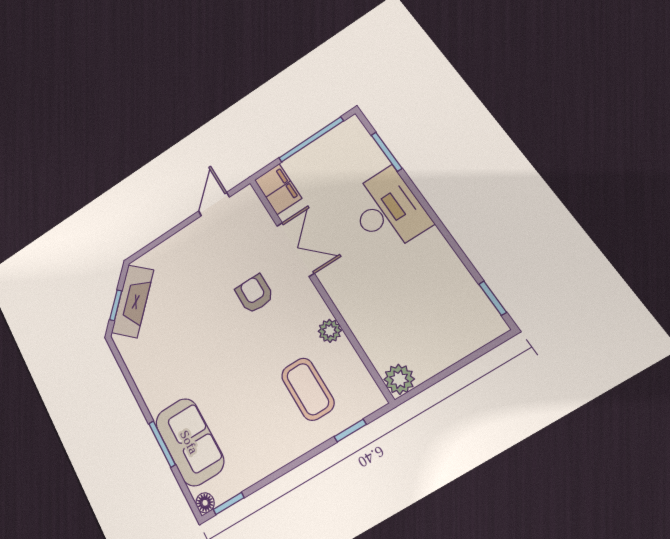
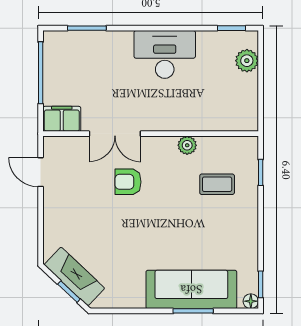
desk: (388, 210) -> (165, 54), moved
double door: (295, 249) -> (115, 134), swing flipped
plant: (399, 379) -> (247, 61), moved
coffee table: (308, 389) -> (217, 184), width x0.73, depth x0.77
sofa: (189, 442) -> (191, 289), width x1.36

